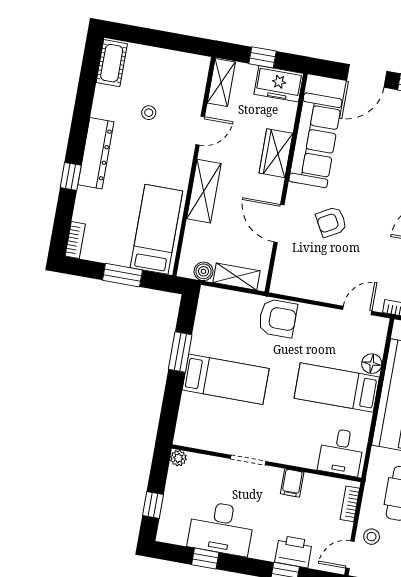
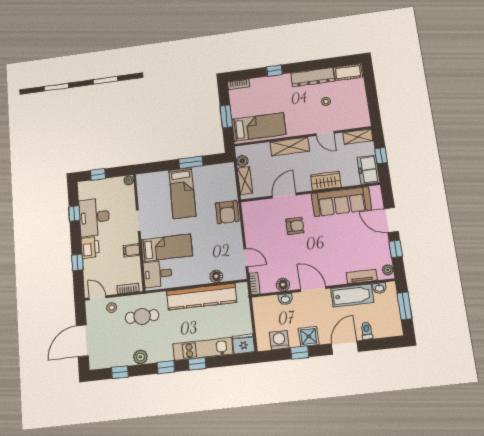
dresser: (96, 153) -> (313, 77), moved
armchair: (331, 222) -> (295, 226), turned 119
bed: (337, 388) -> (167, 248), moved, turned 90
printer: (294, 552) -> (90, 248), moved

